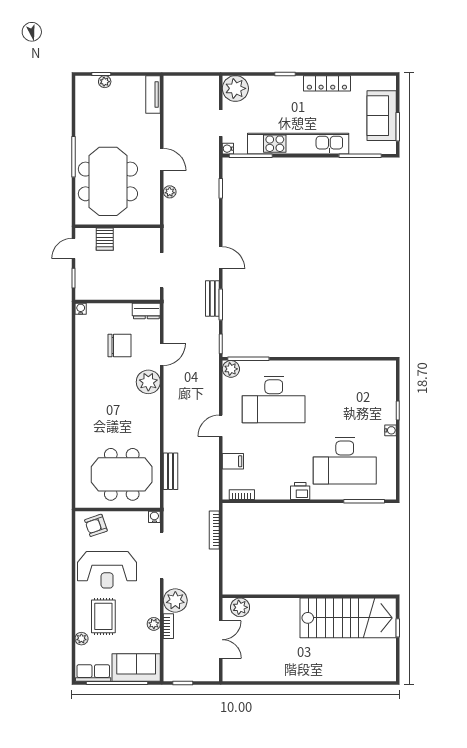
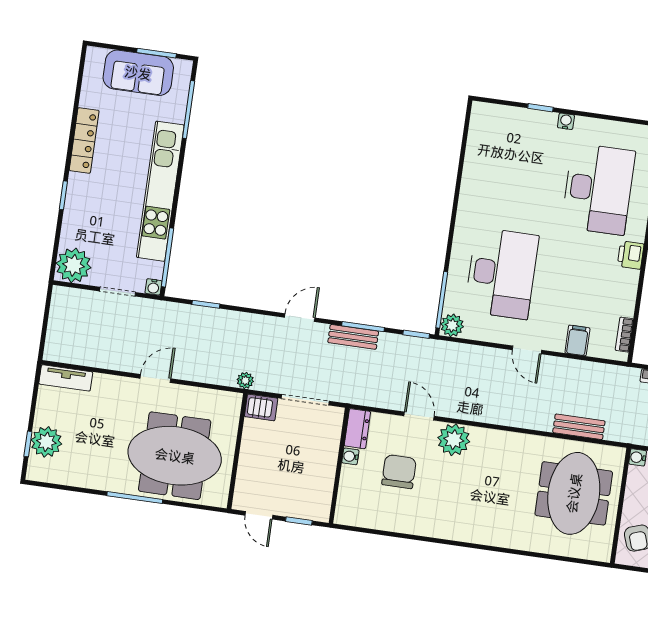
plant: (105, 82) -> (46, 442), width x1.88, depth x1.88
plant: (170, 192) -> (245, 380), moved
server rack: (105, 239) -> (261, 407), moved
water cooler: (81, 309) -> (350, 456), moved

